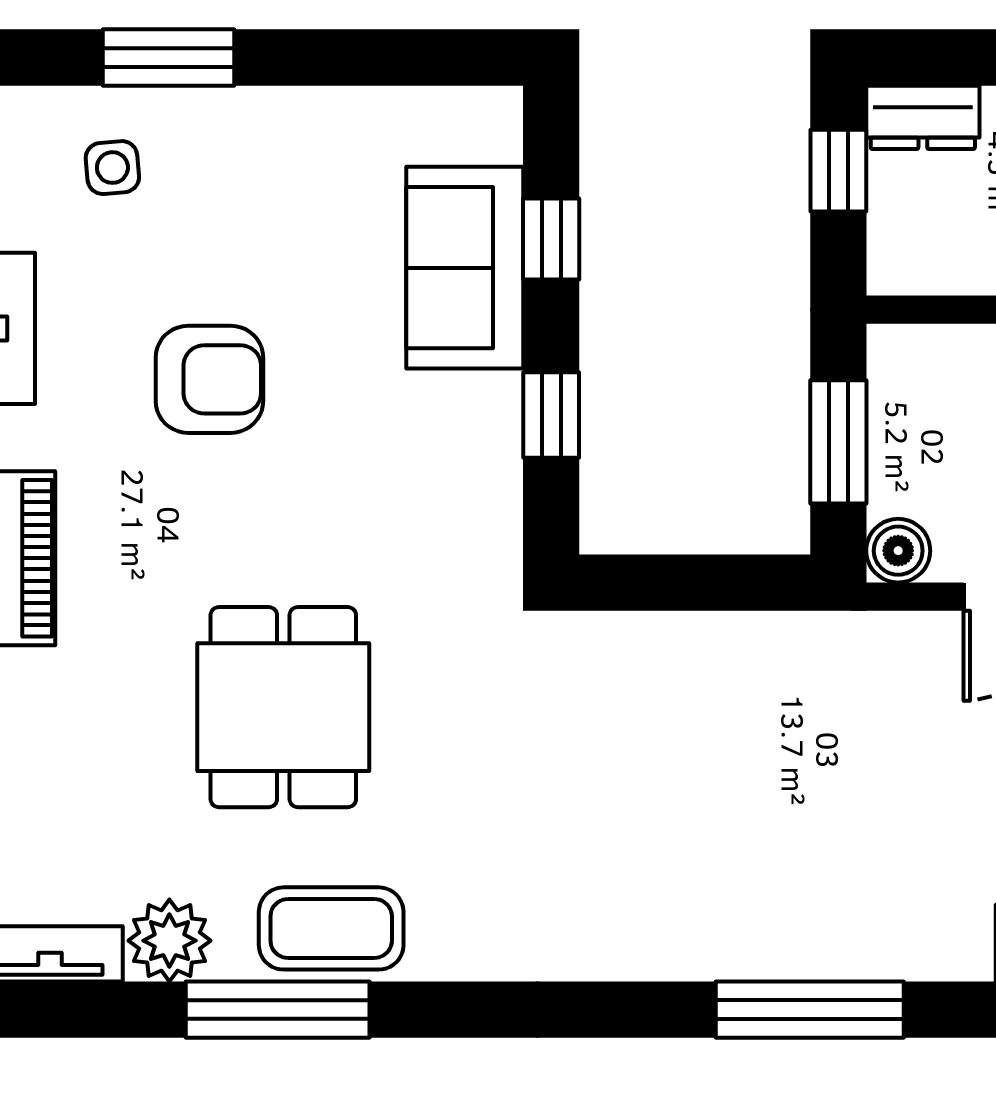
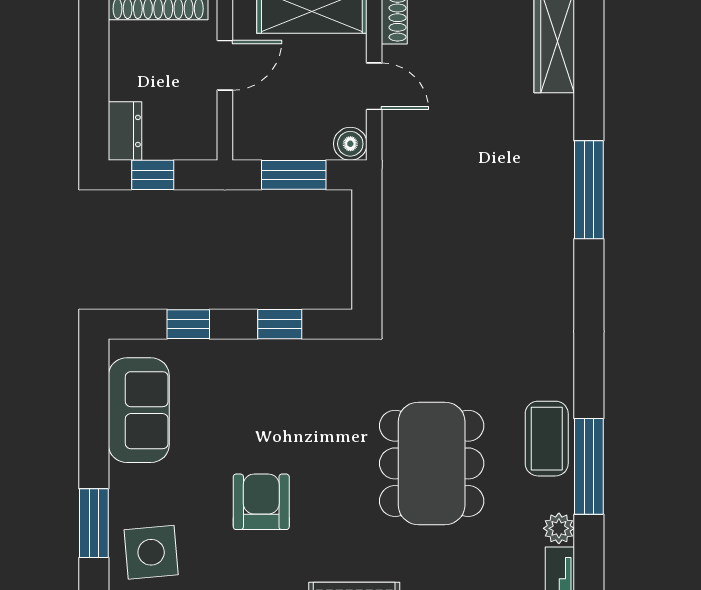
side table: (112, 168) -> (151, 552), width x1.87, depth x1.87
sofa: (465, 268) -> (139, 410), moved, turned -90
dining table: (283, 707) -> (432, 463), width x1.38
plant: (169, 941) -> (559, 528), width x0.73, depth x0.73

